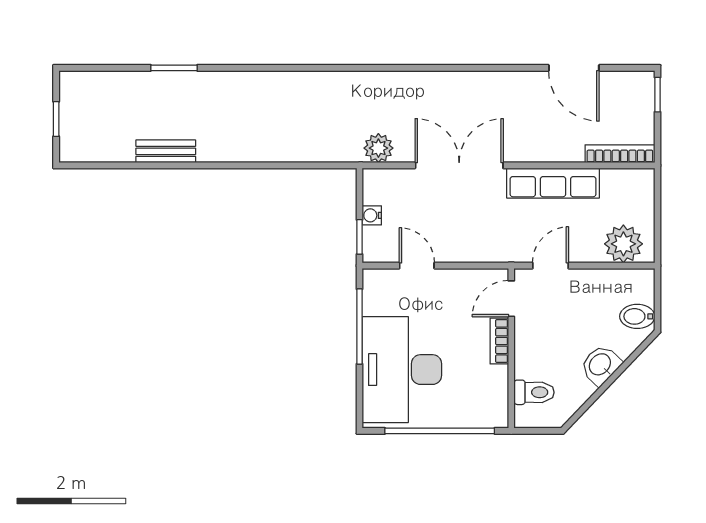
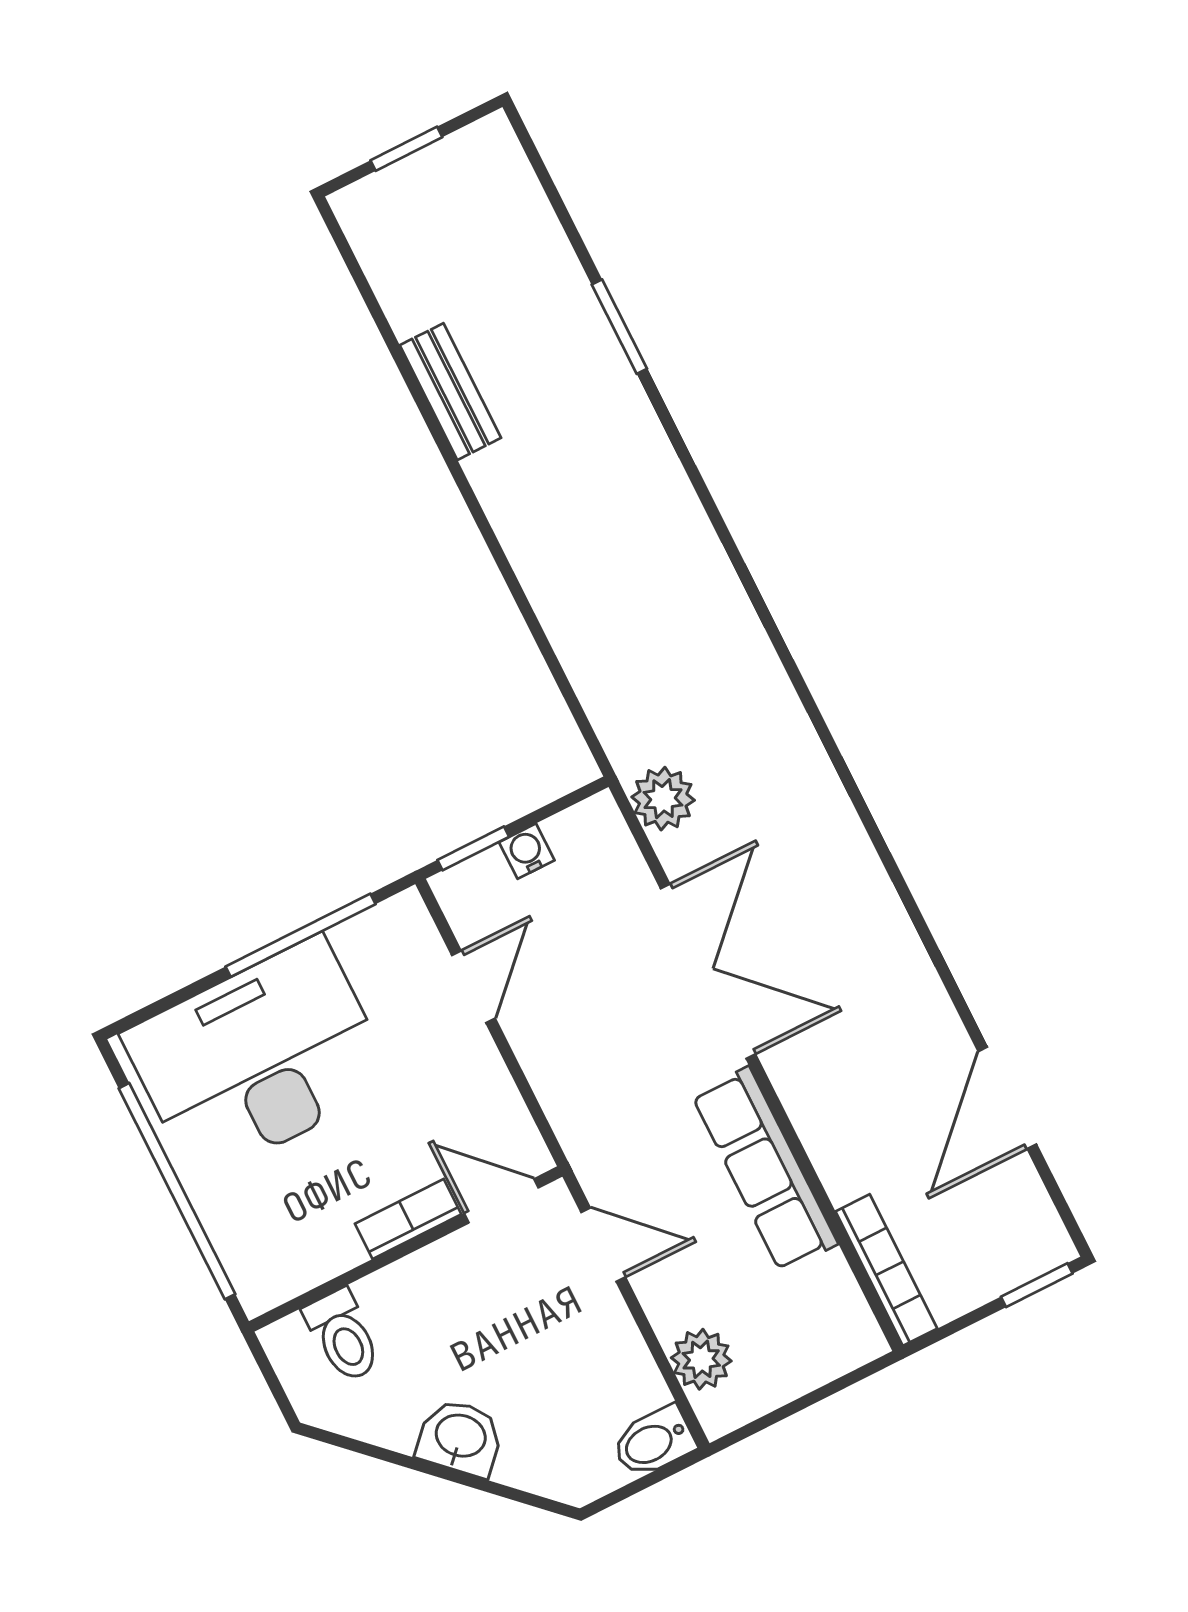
plant: (623, 244) -> (701, 1359), width x0.73, depth x0.73
bidet: (637, 316) -> (654, 1442), moved, turned -90

